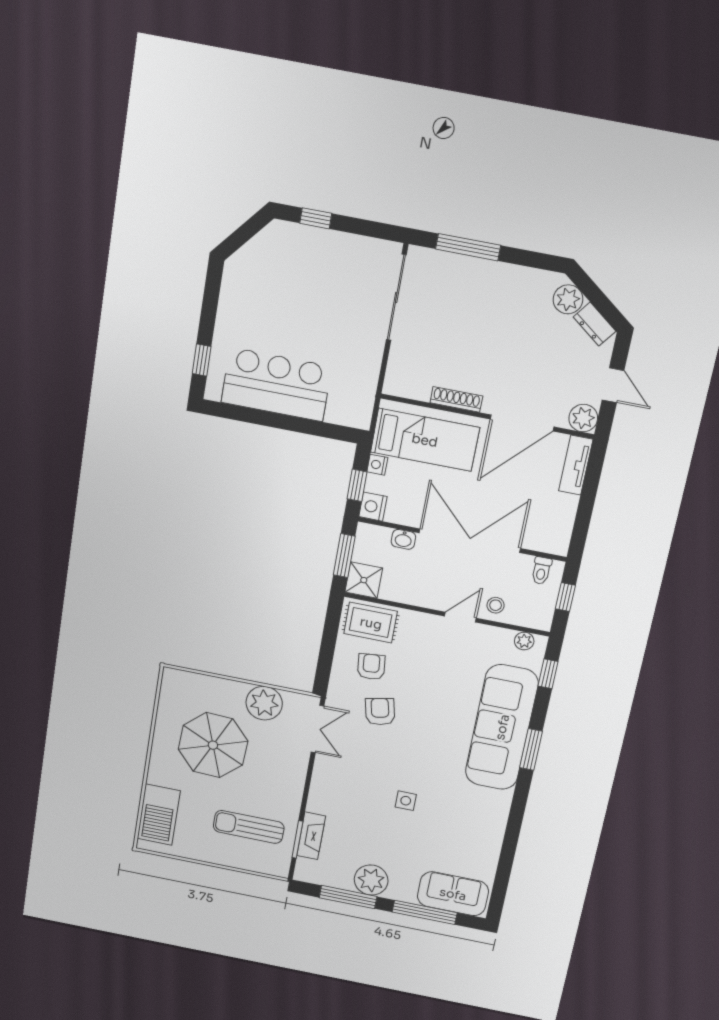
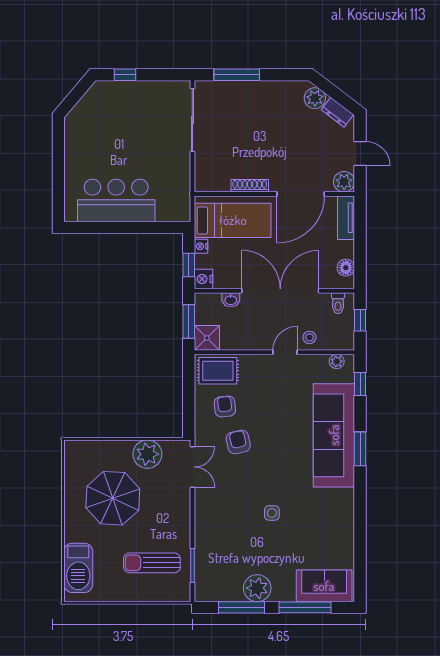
window: (202, 360) -> (58, 193), removed
floor lamp: (561, 528) -> (346, 268), added
fireplace: (311, 836) -> (203, 560), removed

